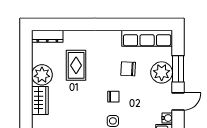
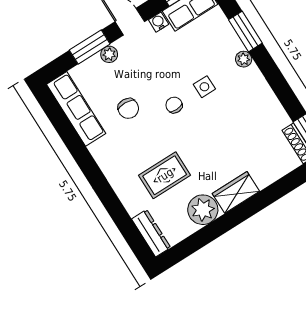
plant: (162, 72) -> (109, 54), width x0.53, depth x0.53

